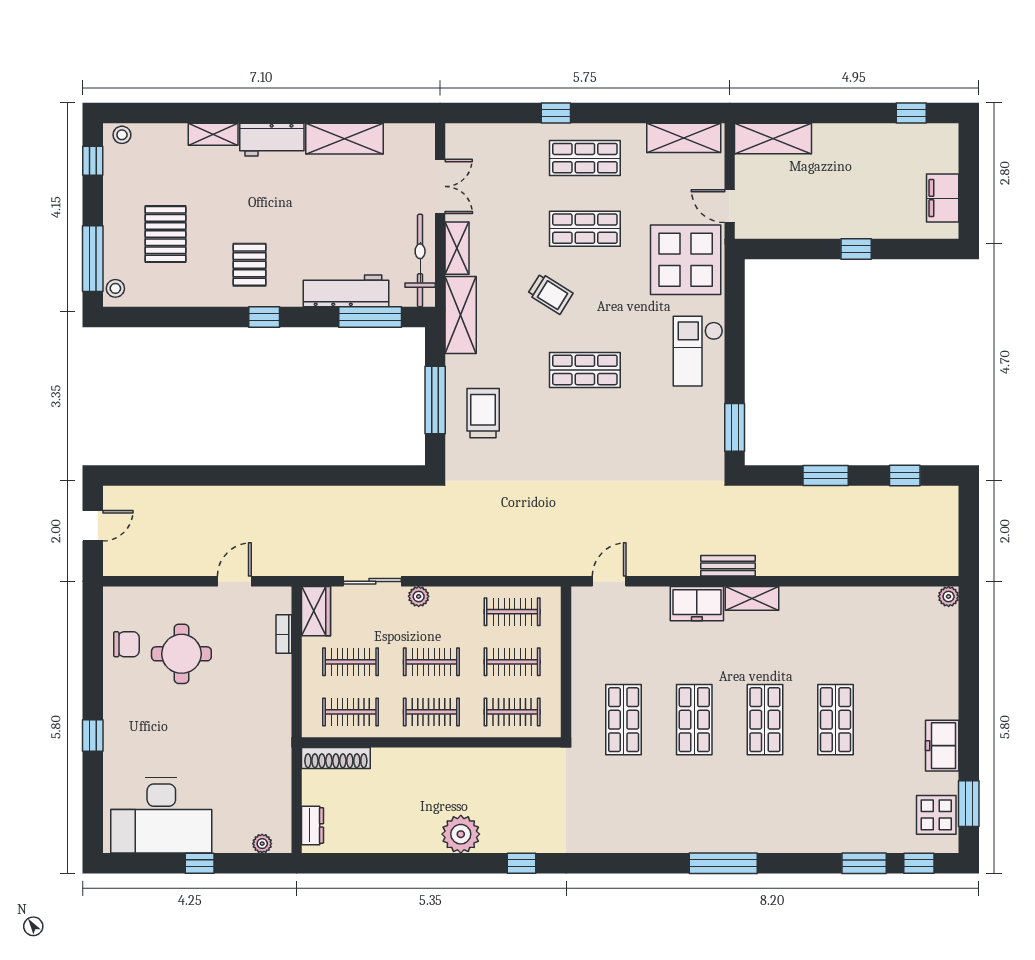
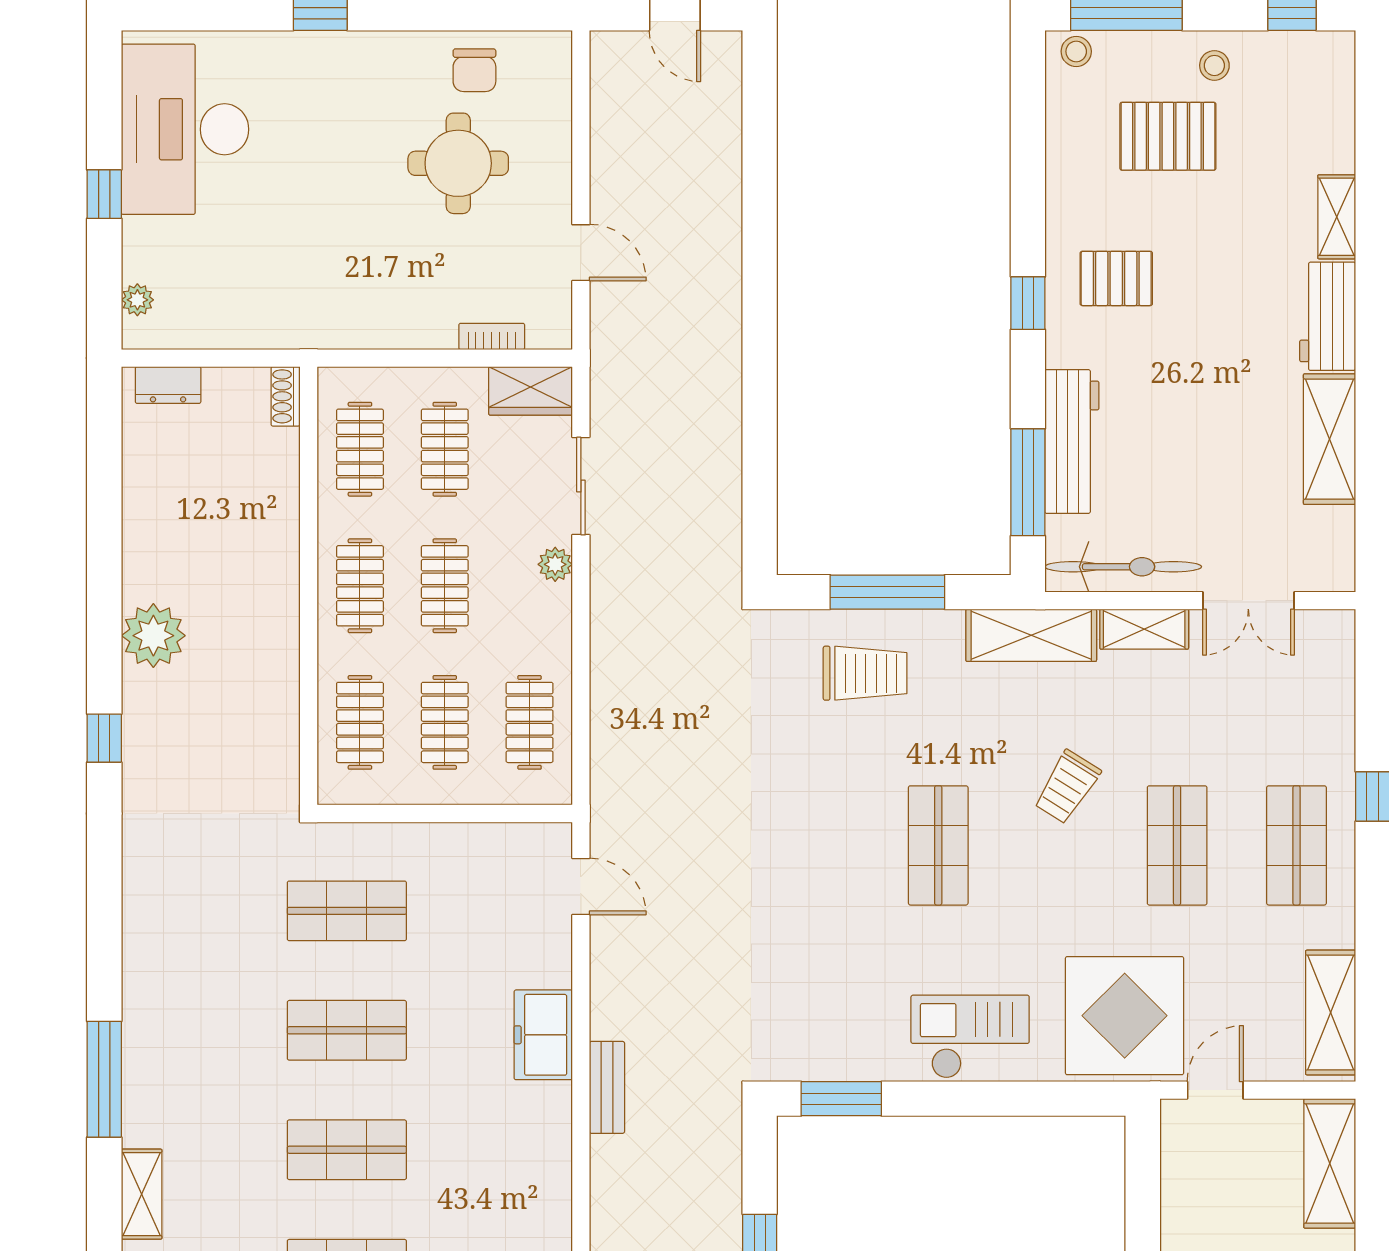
stool: (122, 135) -> (1214, 65), moved
shelving: (752, 598) -> (142, 1194), moved
shoe rack: (336, 758) -> (286, 396), width x0.51, depth x0.81

